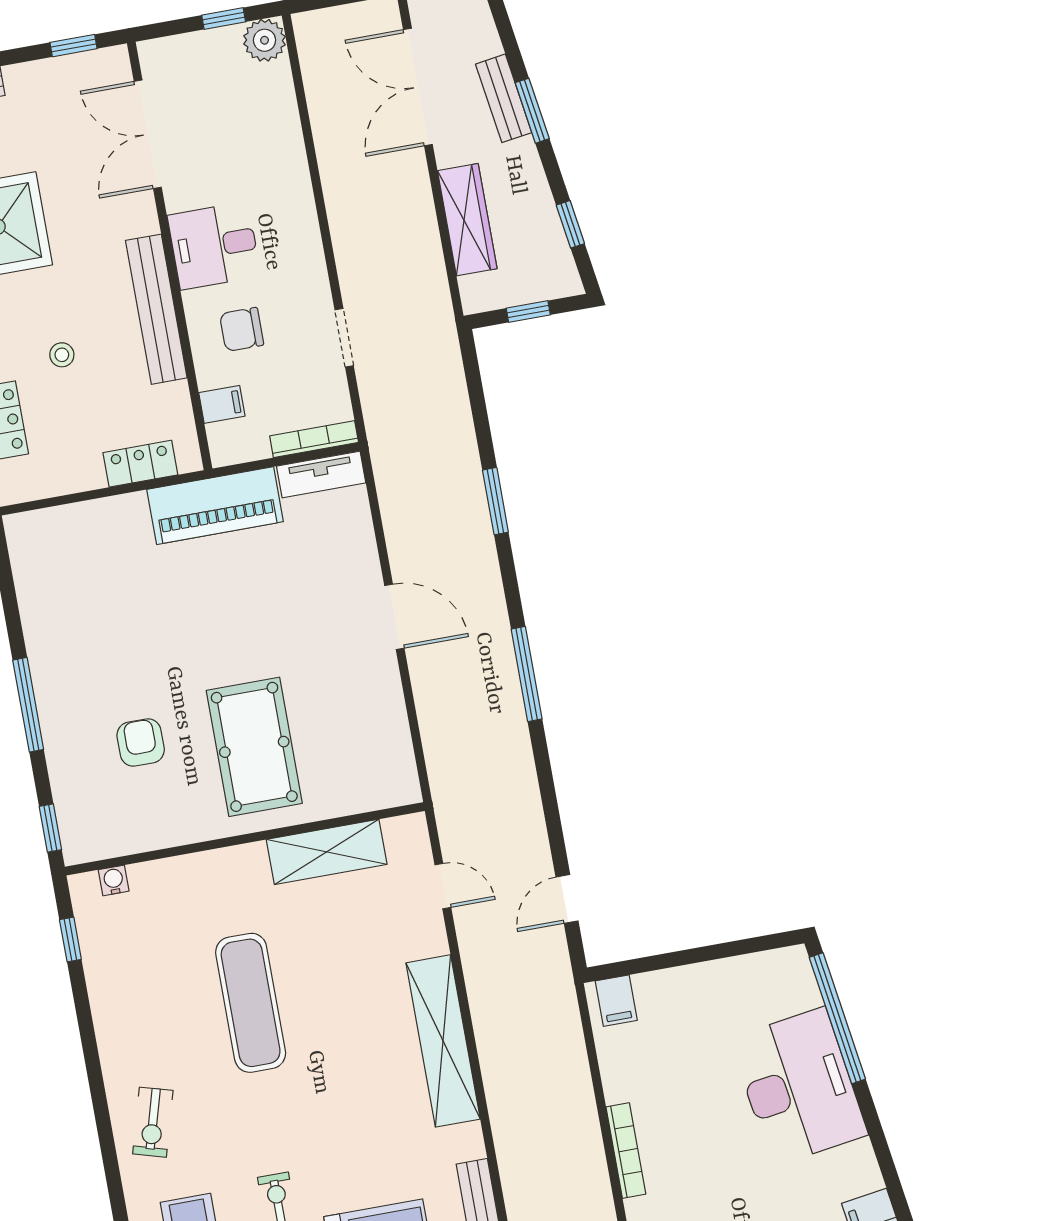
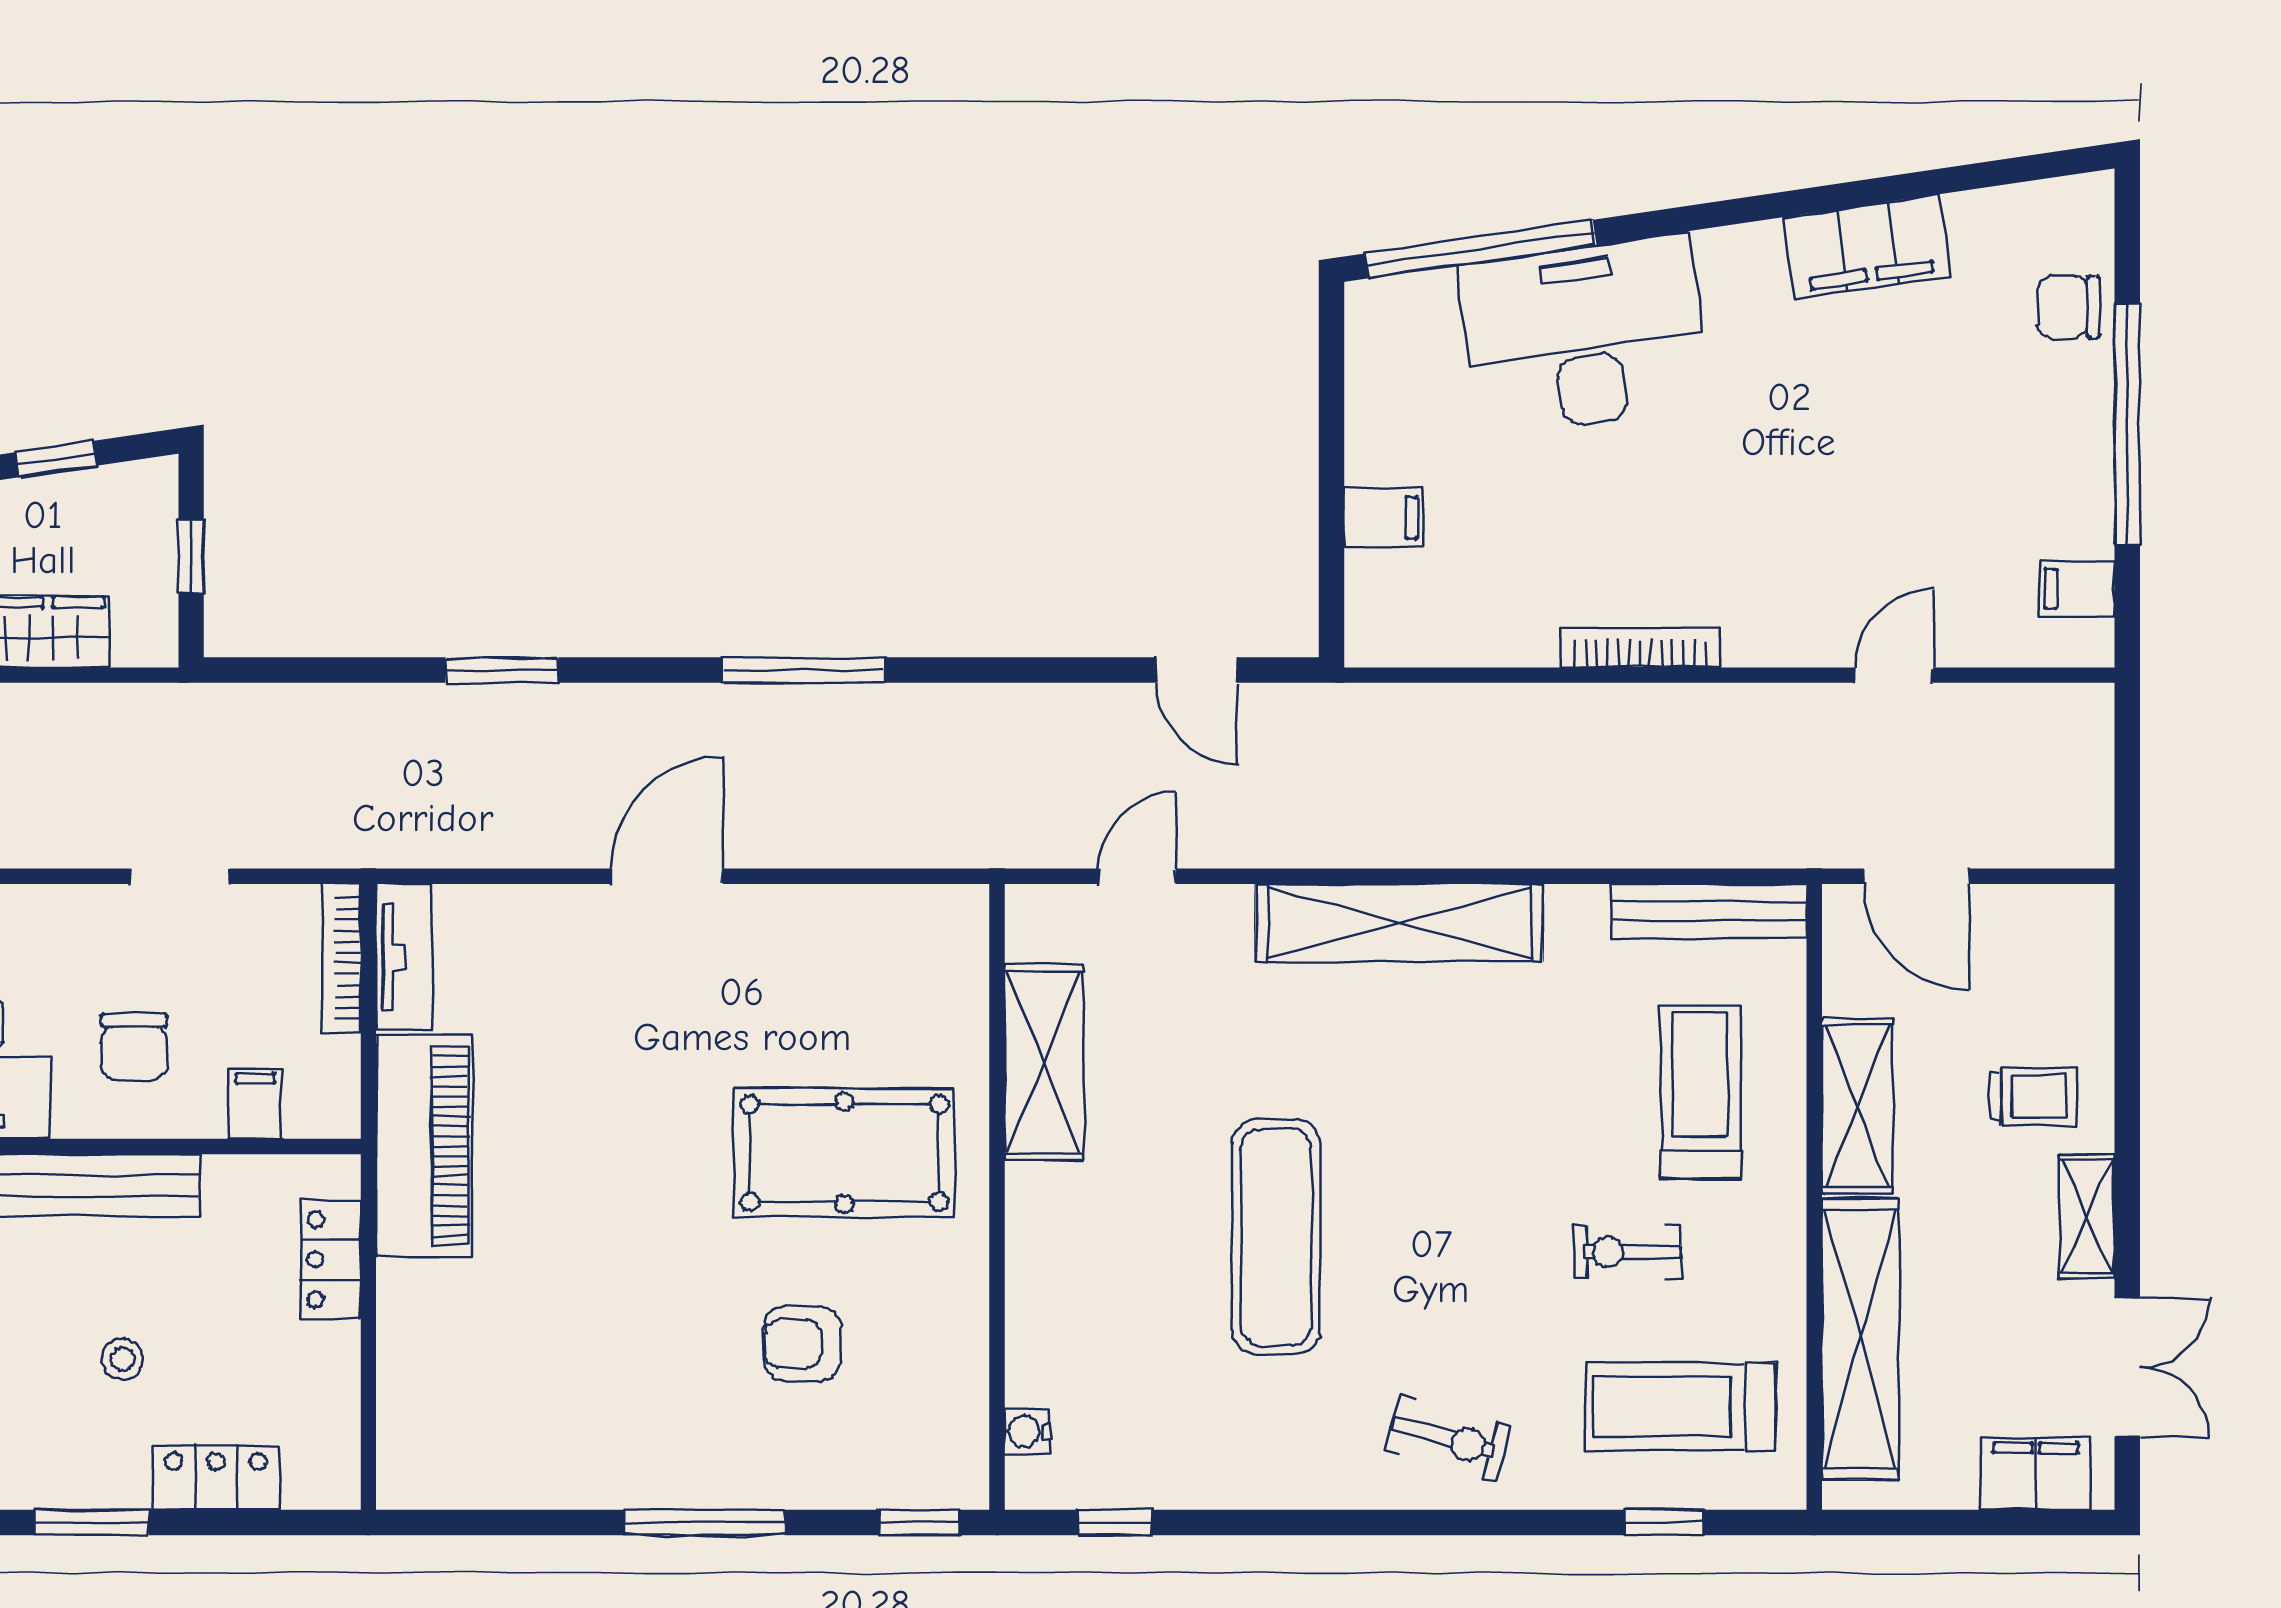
filing cabinet: (616, 1001) -> (1384, 518), moved
exercise mat: (251, 1003) -> (1276, 1237), turned 90

